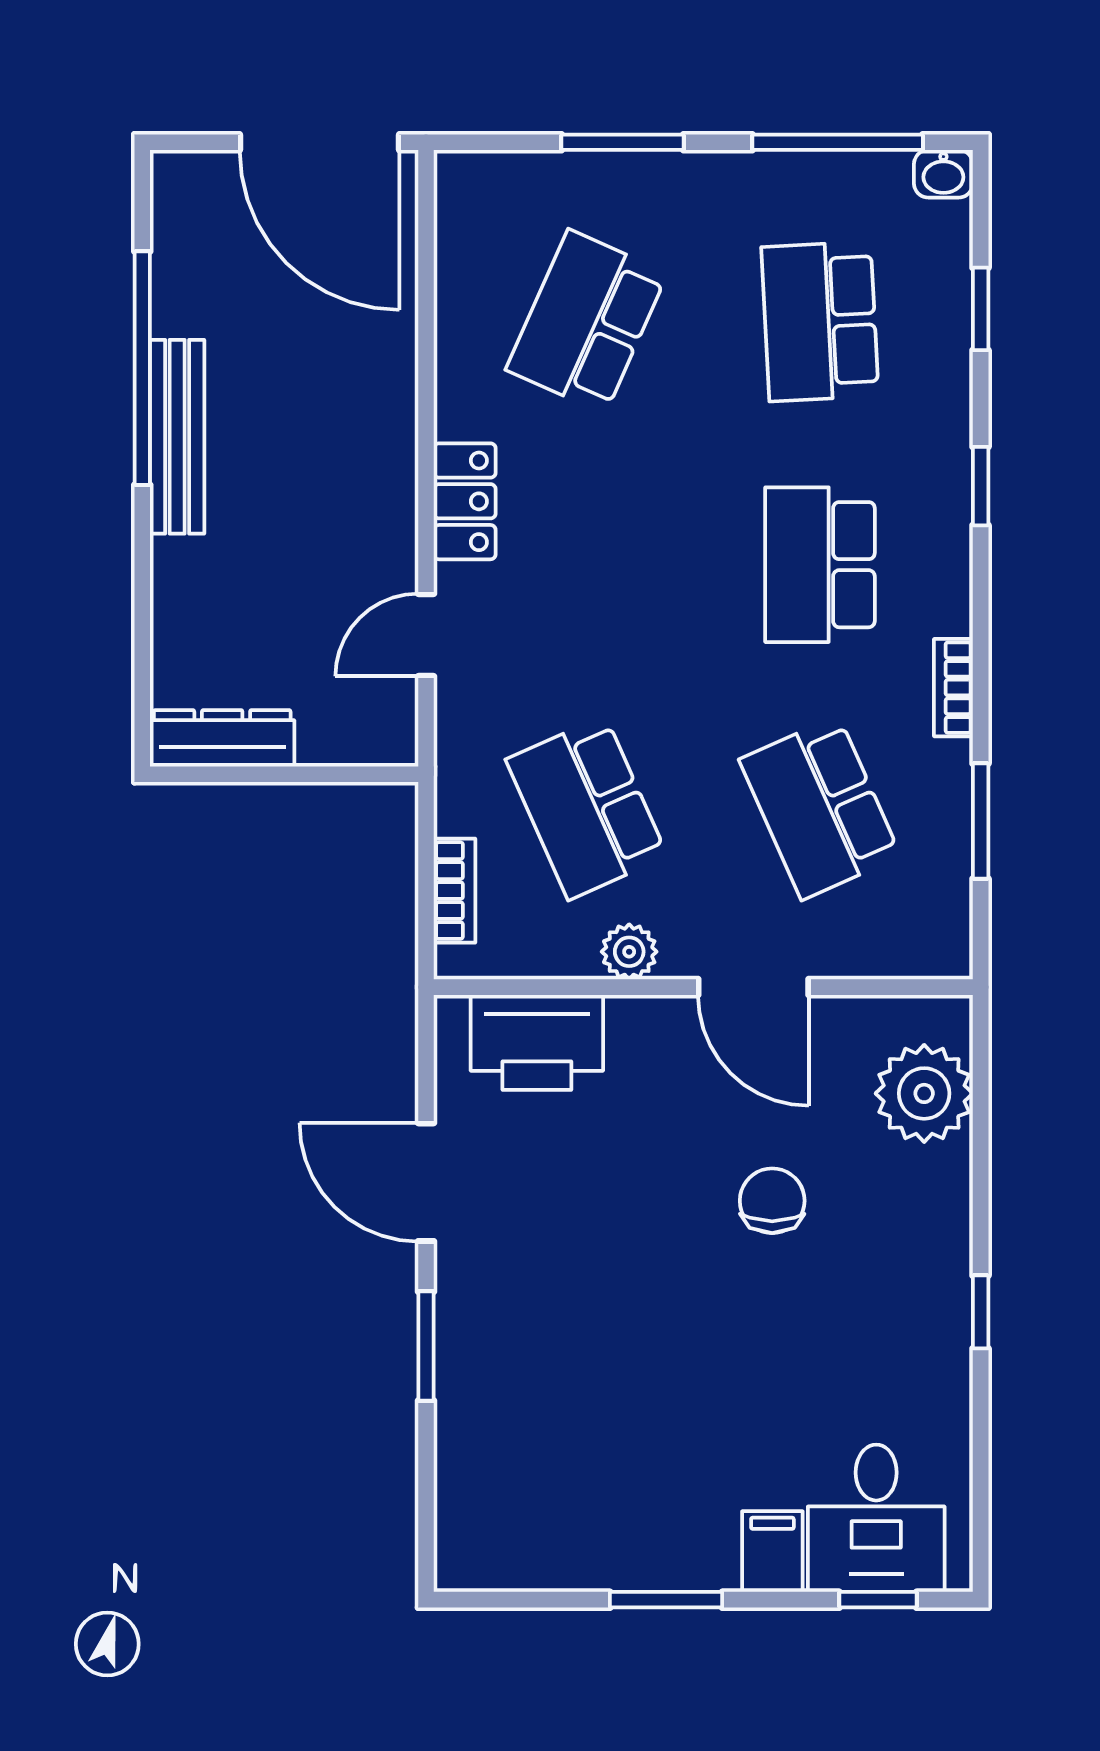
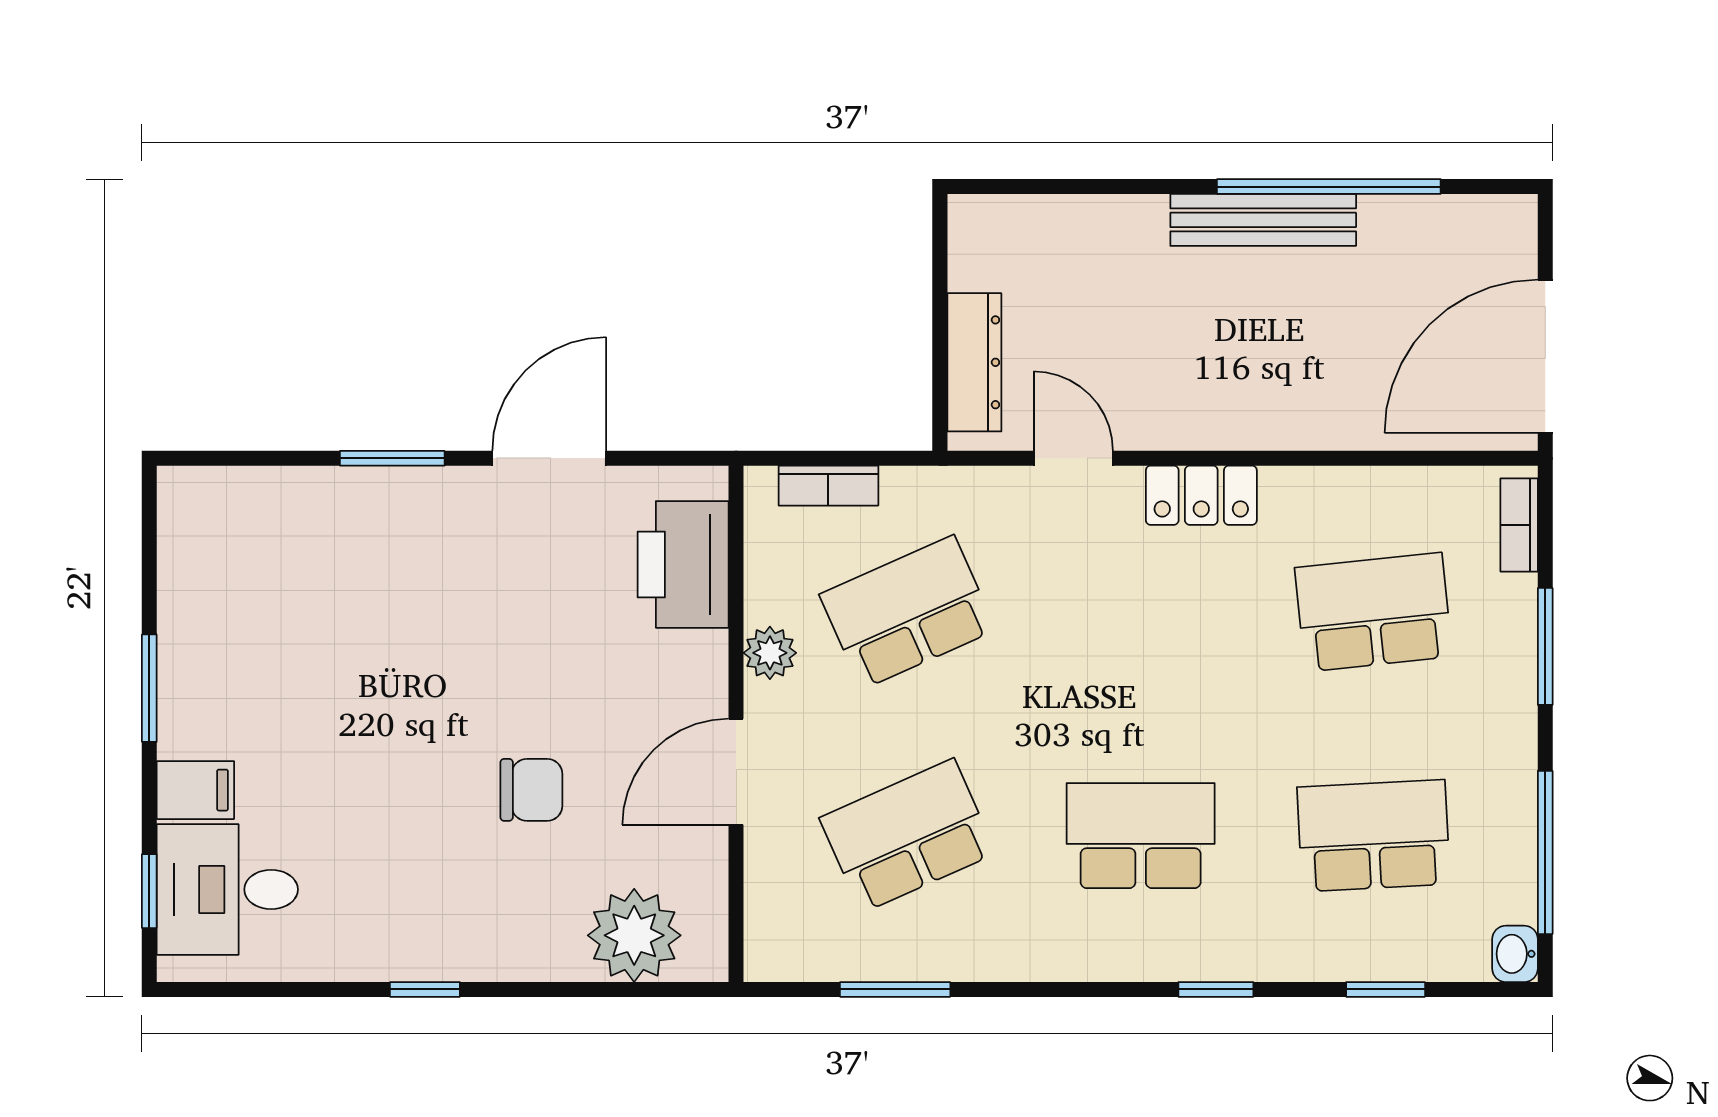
school desk: (587, 321) -> (1374, 612), turned -30
bookcase: (953, 688) -> (1519, 525), moved, turned -90
dresser: (222, 738) -> (974, 362), moved

